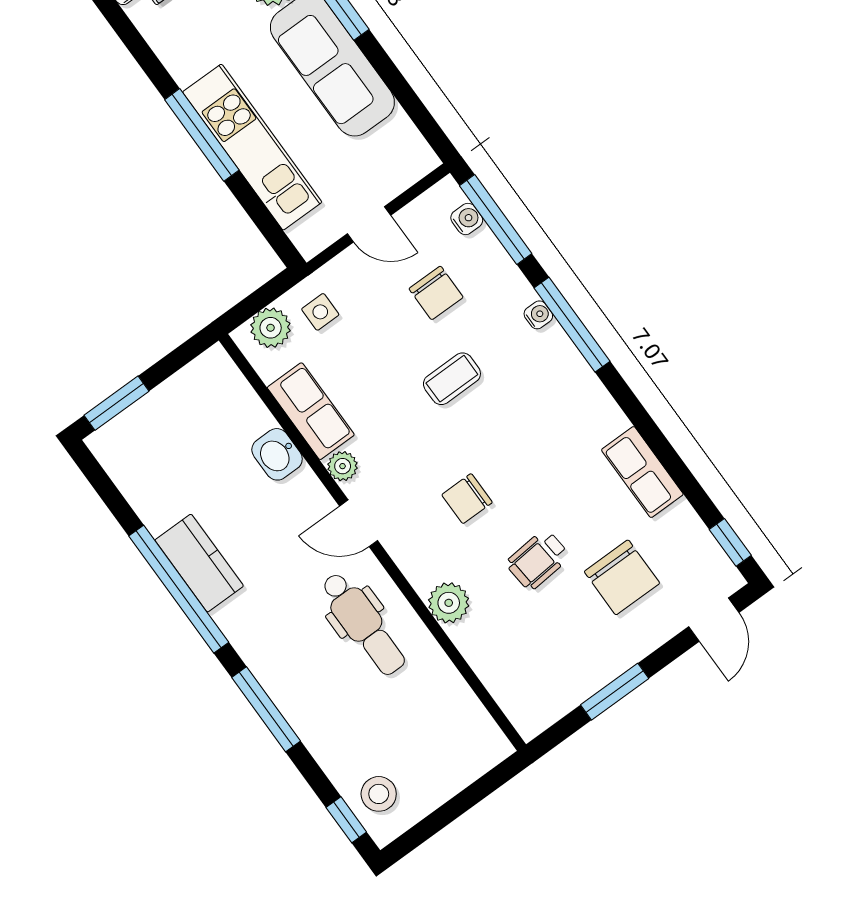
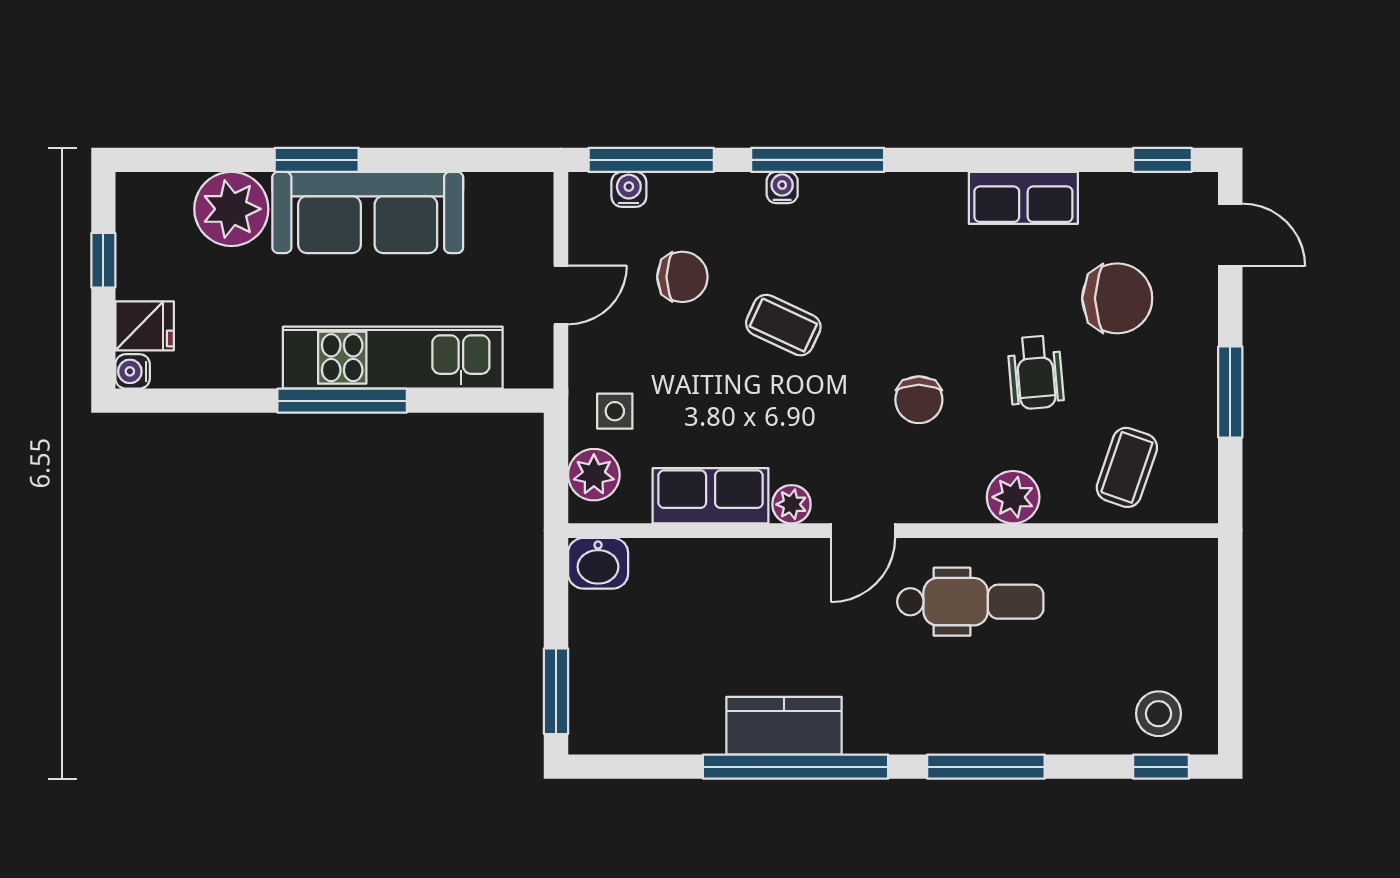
coffee table: (452, 379) -> (783, 325), turned -65
washbasin: (277, 454) -> (598, 563), moved
coffee table: (520, 661) -> (1127, 467), added

